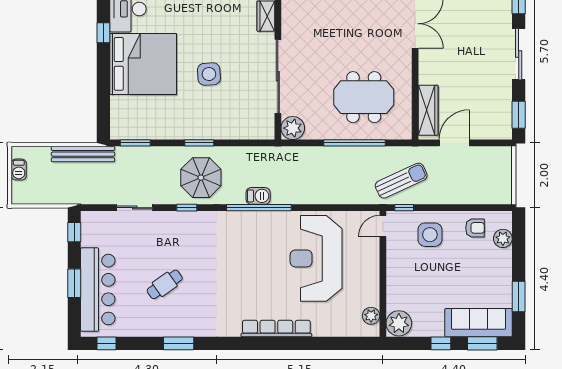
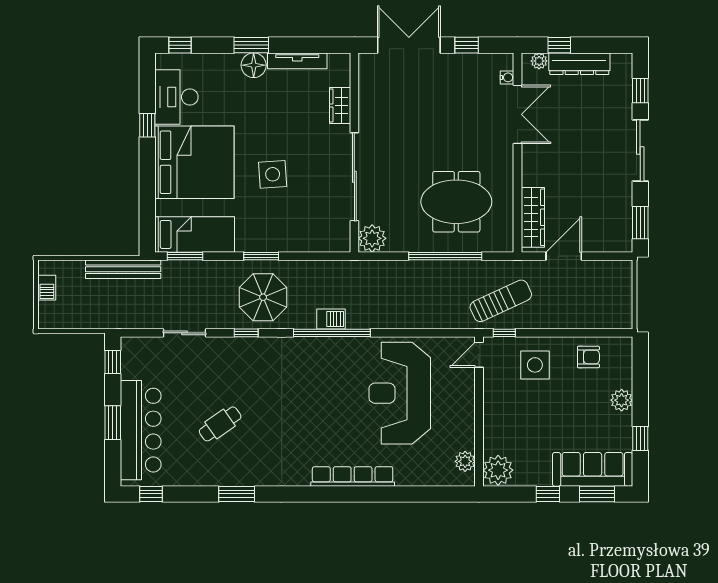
bed: (143, 125) -> (195, 234), added
plant: (503, 238) -> (622, 400), moved
window: (519, 297) -> (640, 438), width x0.67

